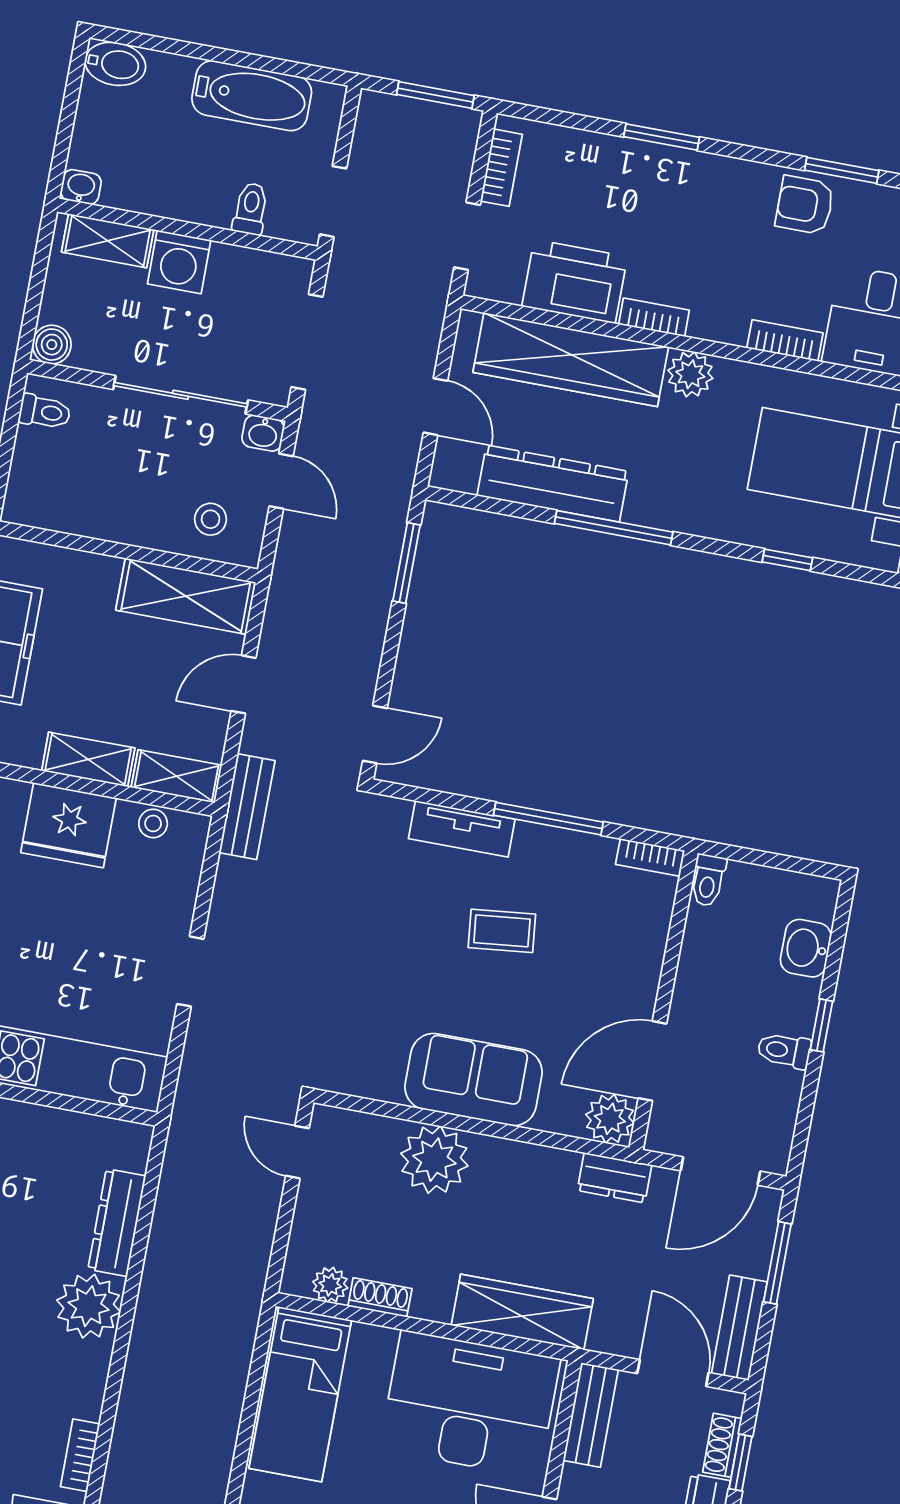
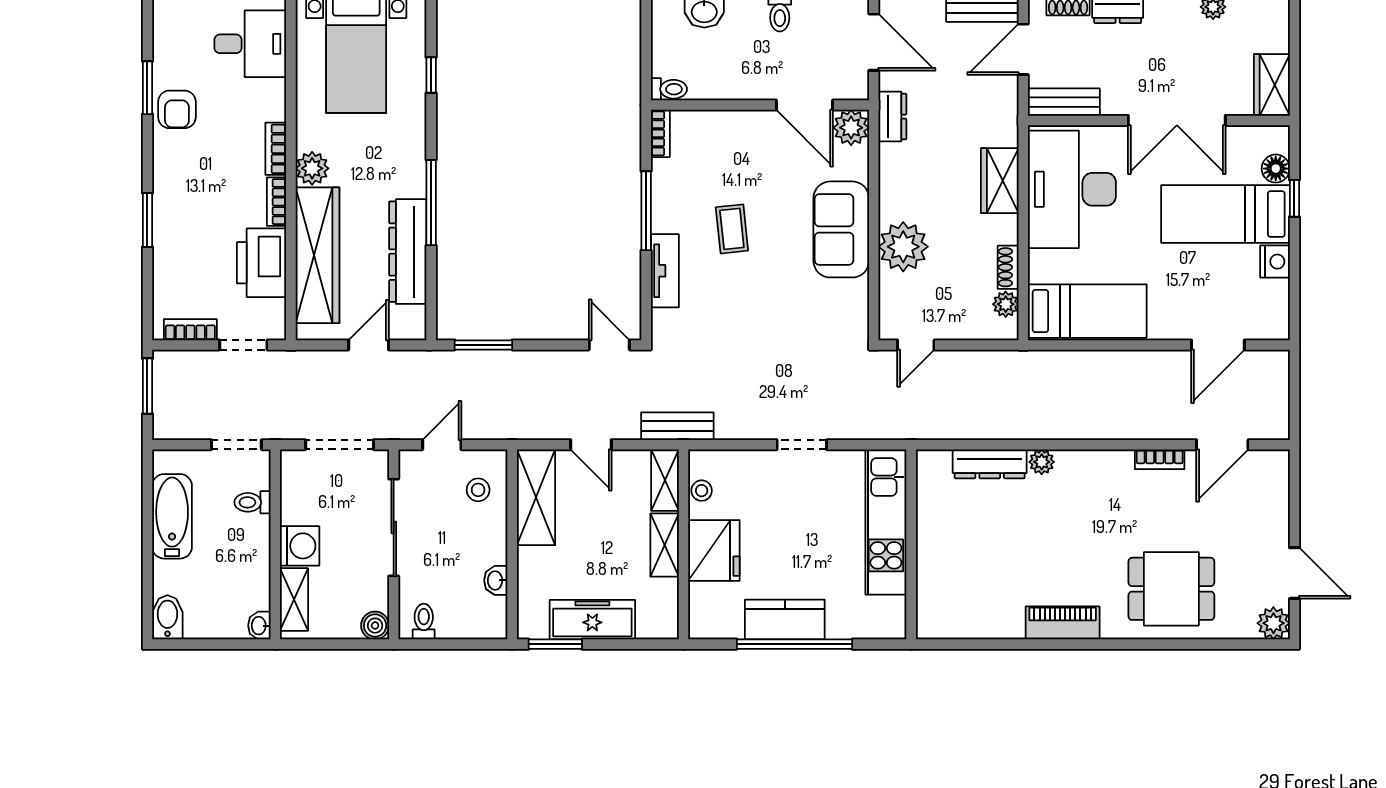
bookcase: (785, 341) -> (276, 149), moved
washbasin: (263, 433) -> (496, 580), moved, turned 180
plant: (89, 1306) -> (1042, 462), width x0.53, depth x0.53
wardrobe: (522, 1312) -> (1000, 181), width x0.67

